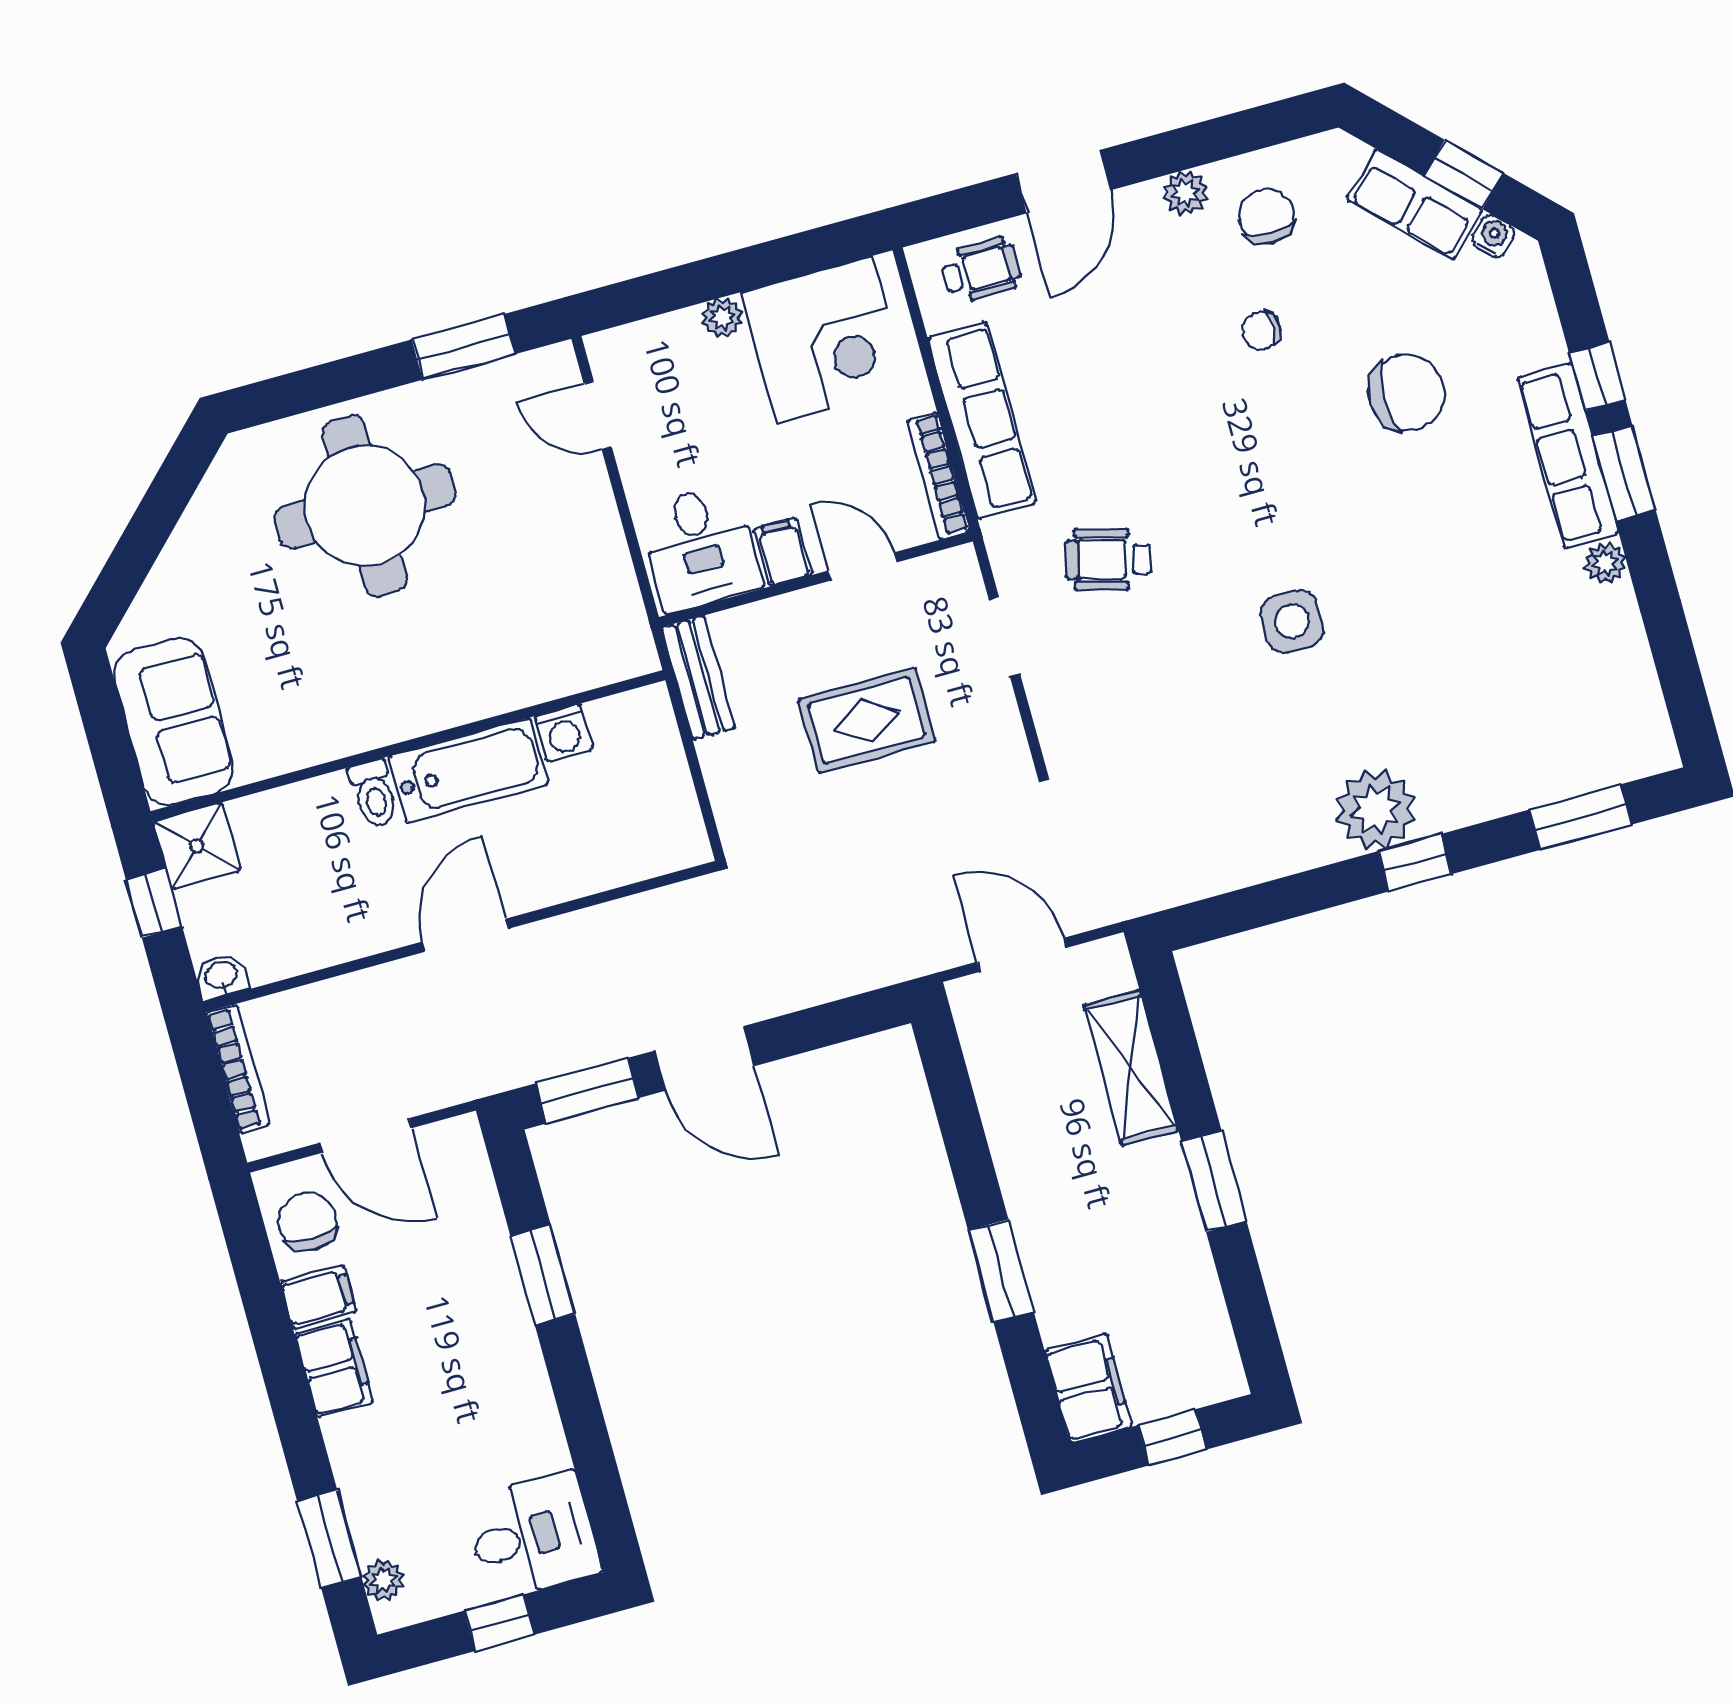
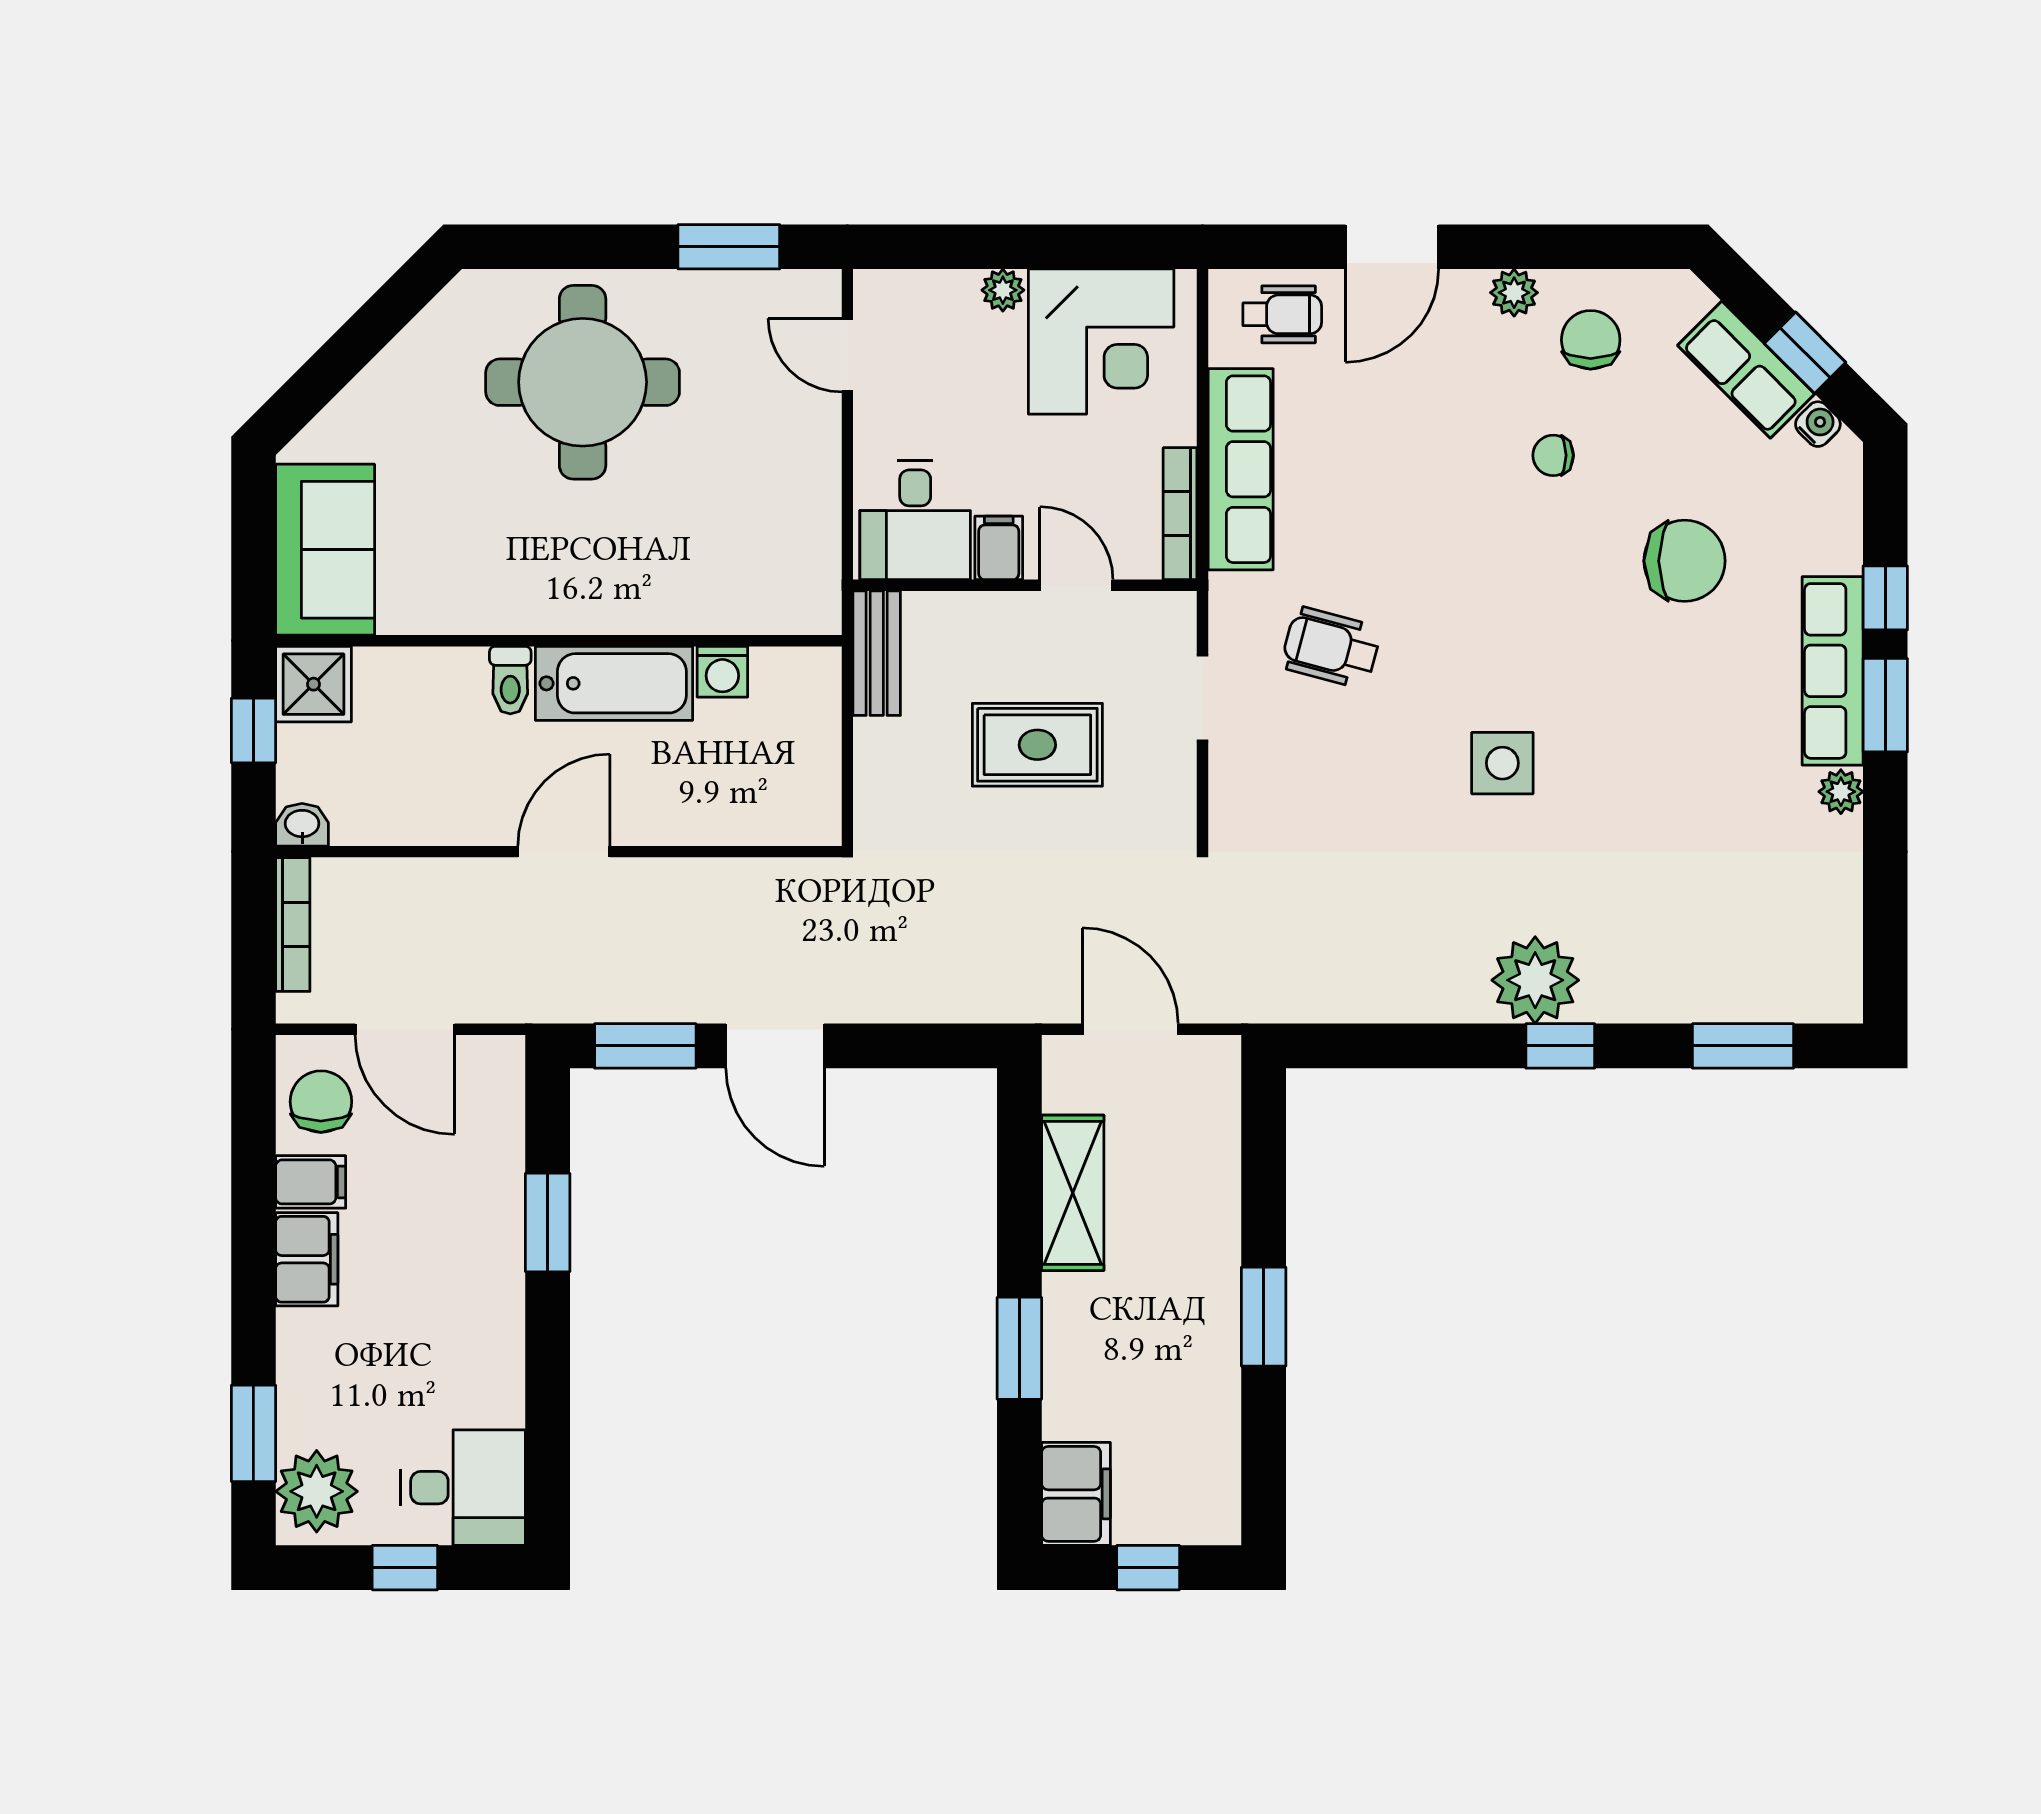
shelving: (1131, 1068) -> (1073, 1193), moved
plant: (383, 1580) -> (317, 1491), width x1.87, depth x1.87

